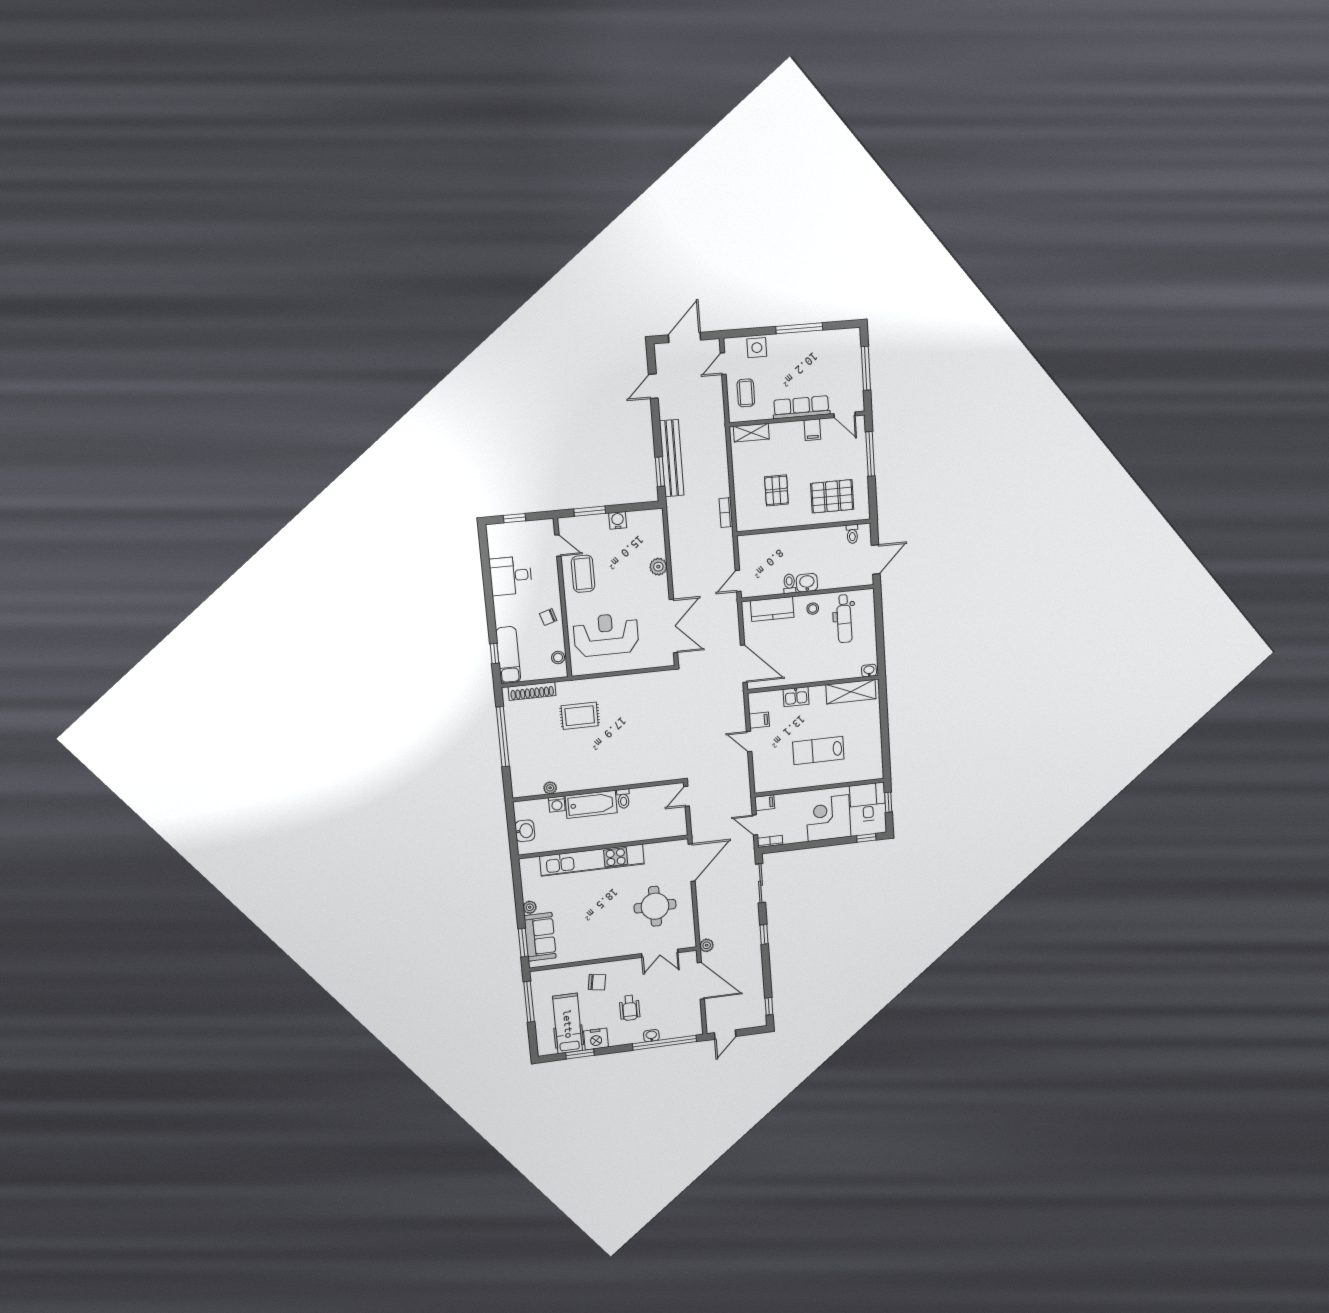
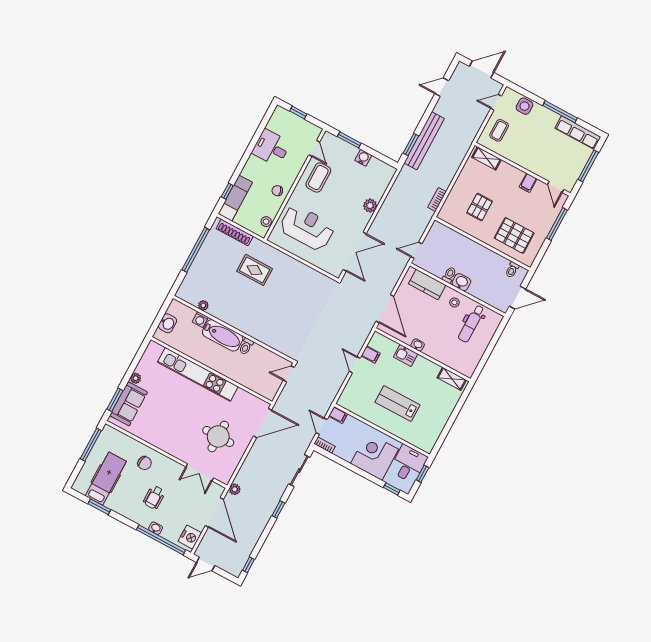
row of seats: (801, 407) -> (578, 133), moved, turned 180
washbasin: (869, 671) -> (418, 345), moved
shelving: (851, 692) -> (452, 379), width x0.67, depth x0.75
nightstand: (596, 1039) -> (190, 537), moved, turned -90

